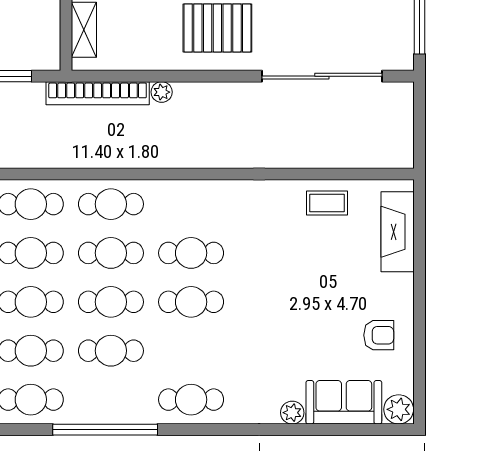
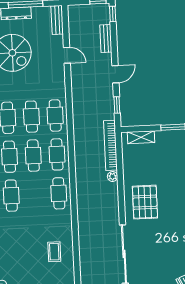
coffee table: (327, 203) -> (54, 252), moved
cafe table: (191, 253) -> (59, 193), moved

